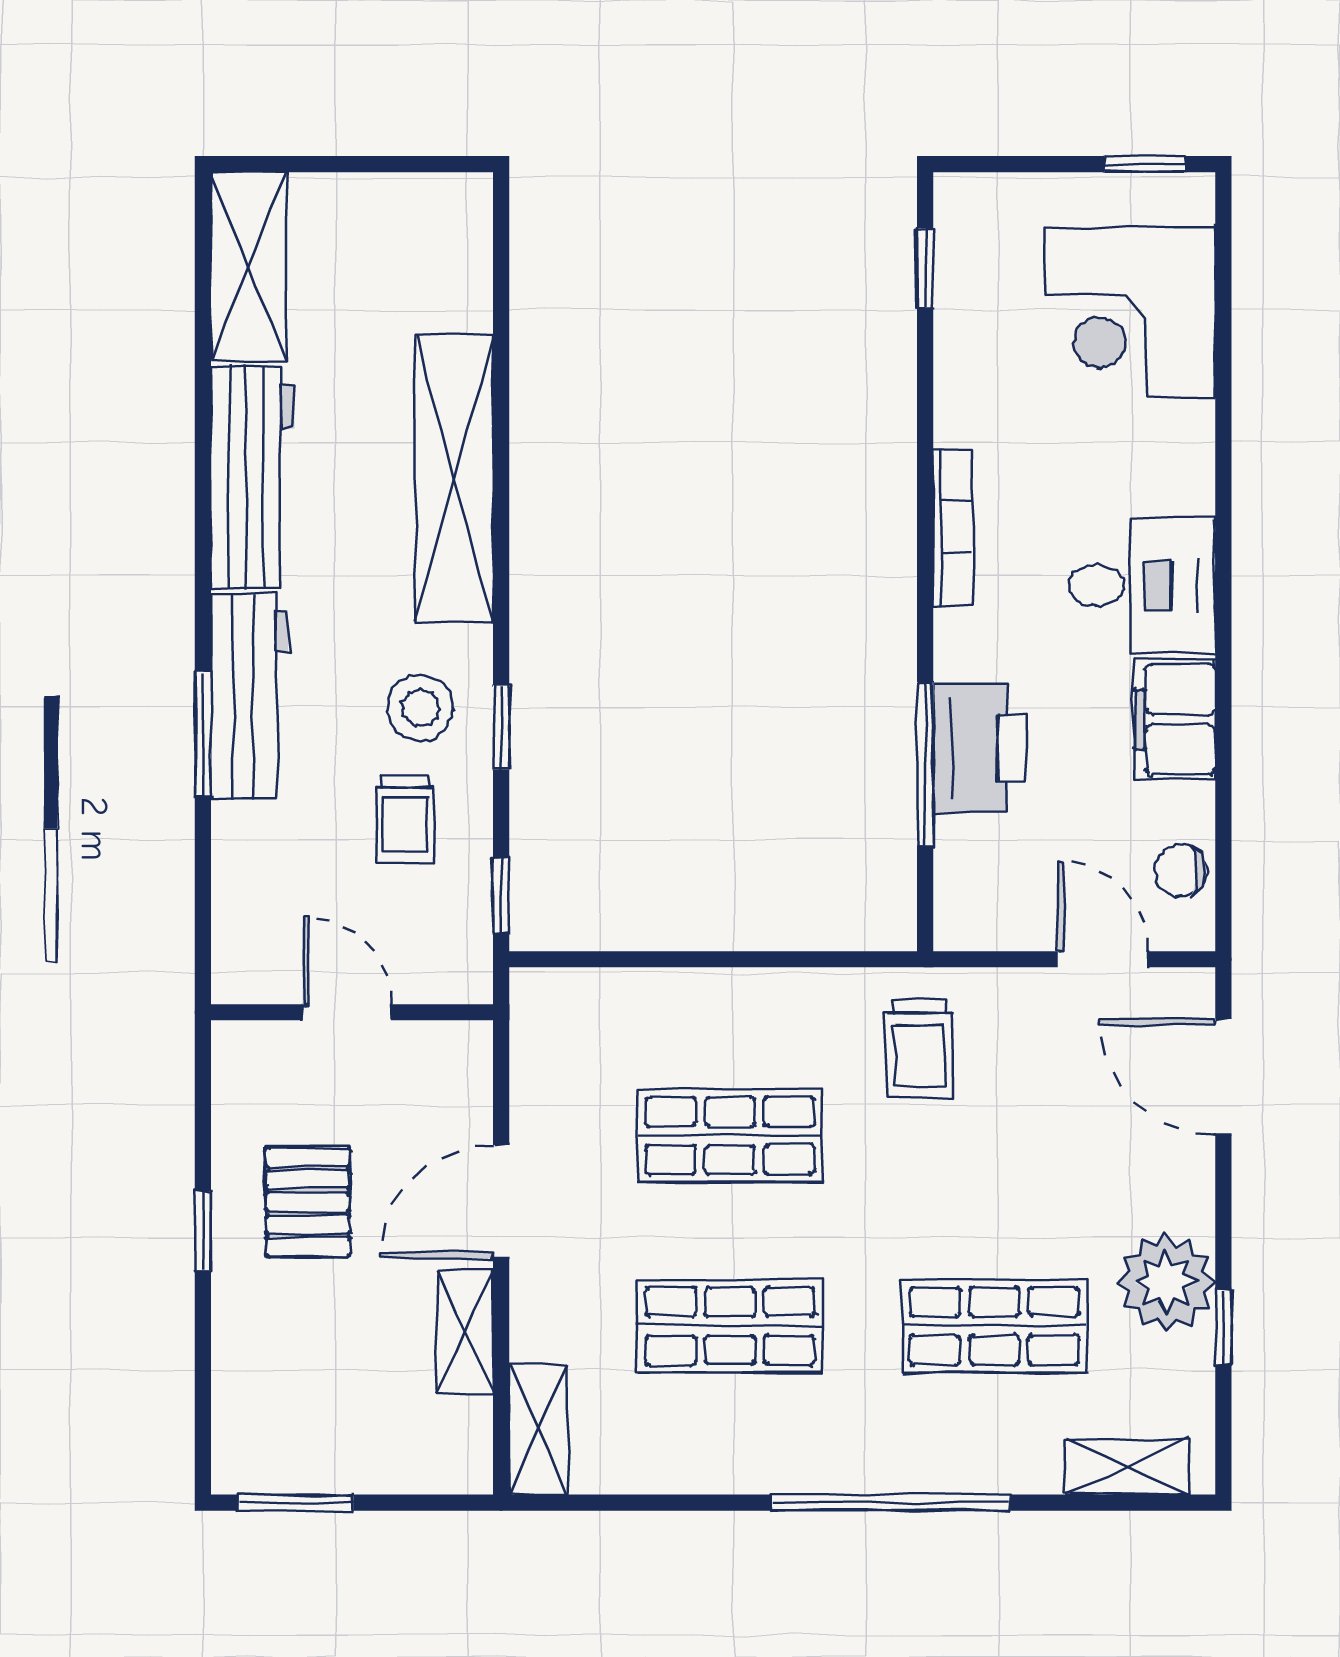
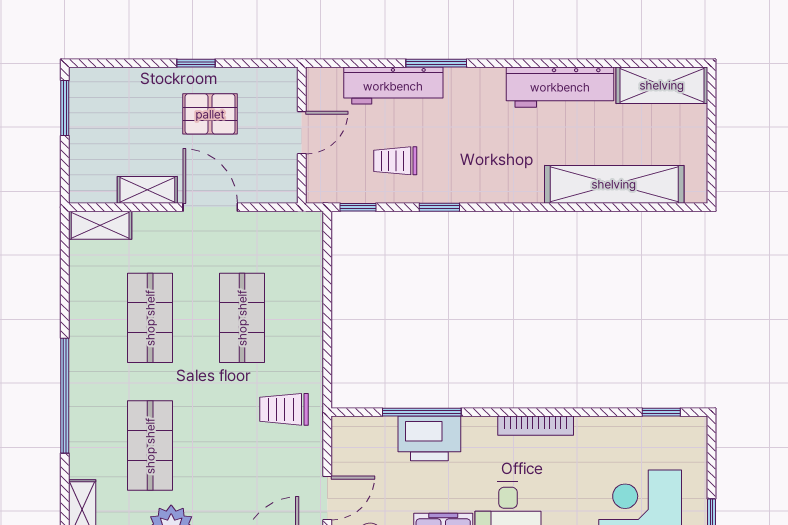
shelving: (454, 478) -> (614, 184), moved
workbench: (249, 696) -> (393, 86), moved
stool: (420, 708) -> (449, 168), removed

